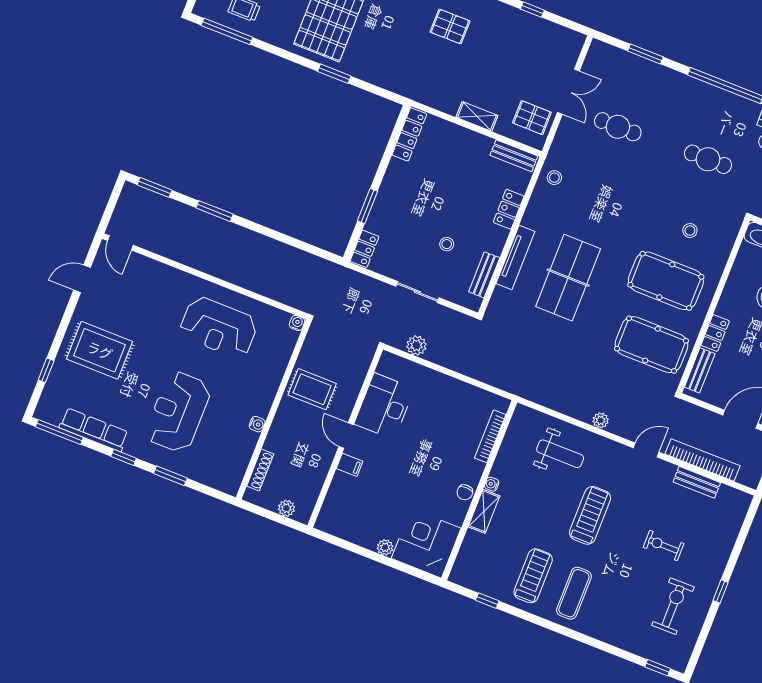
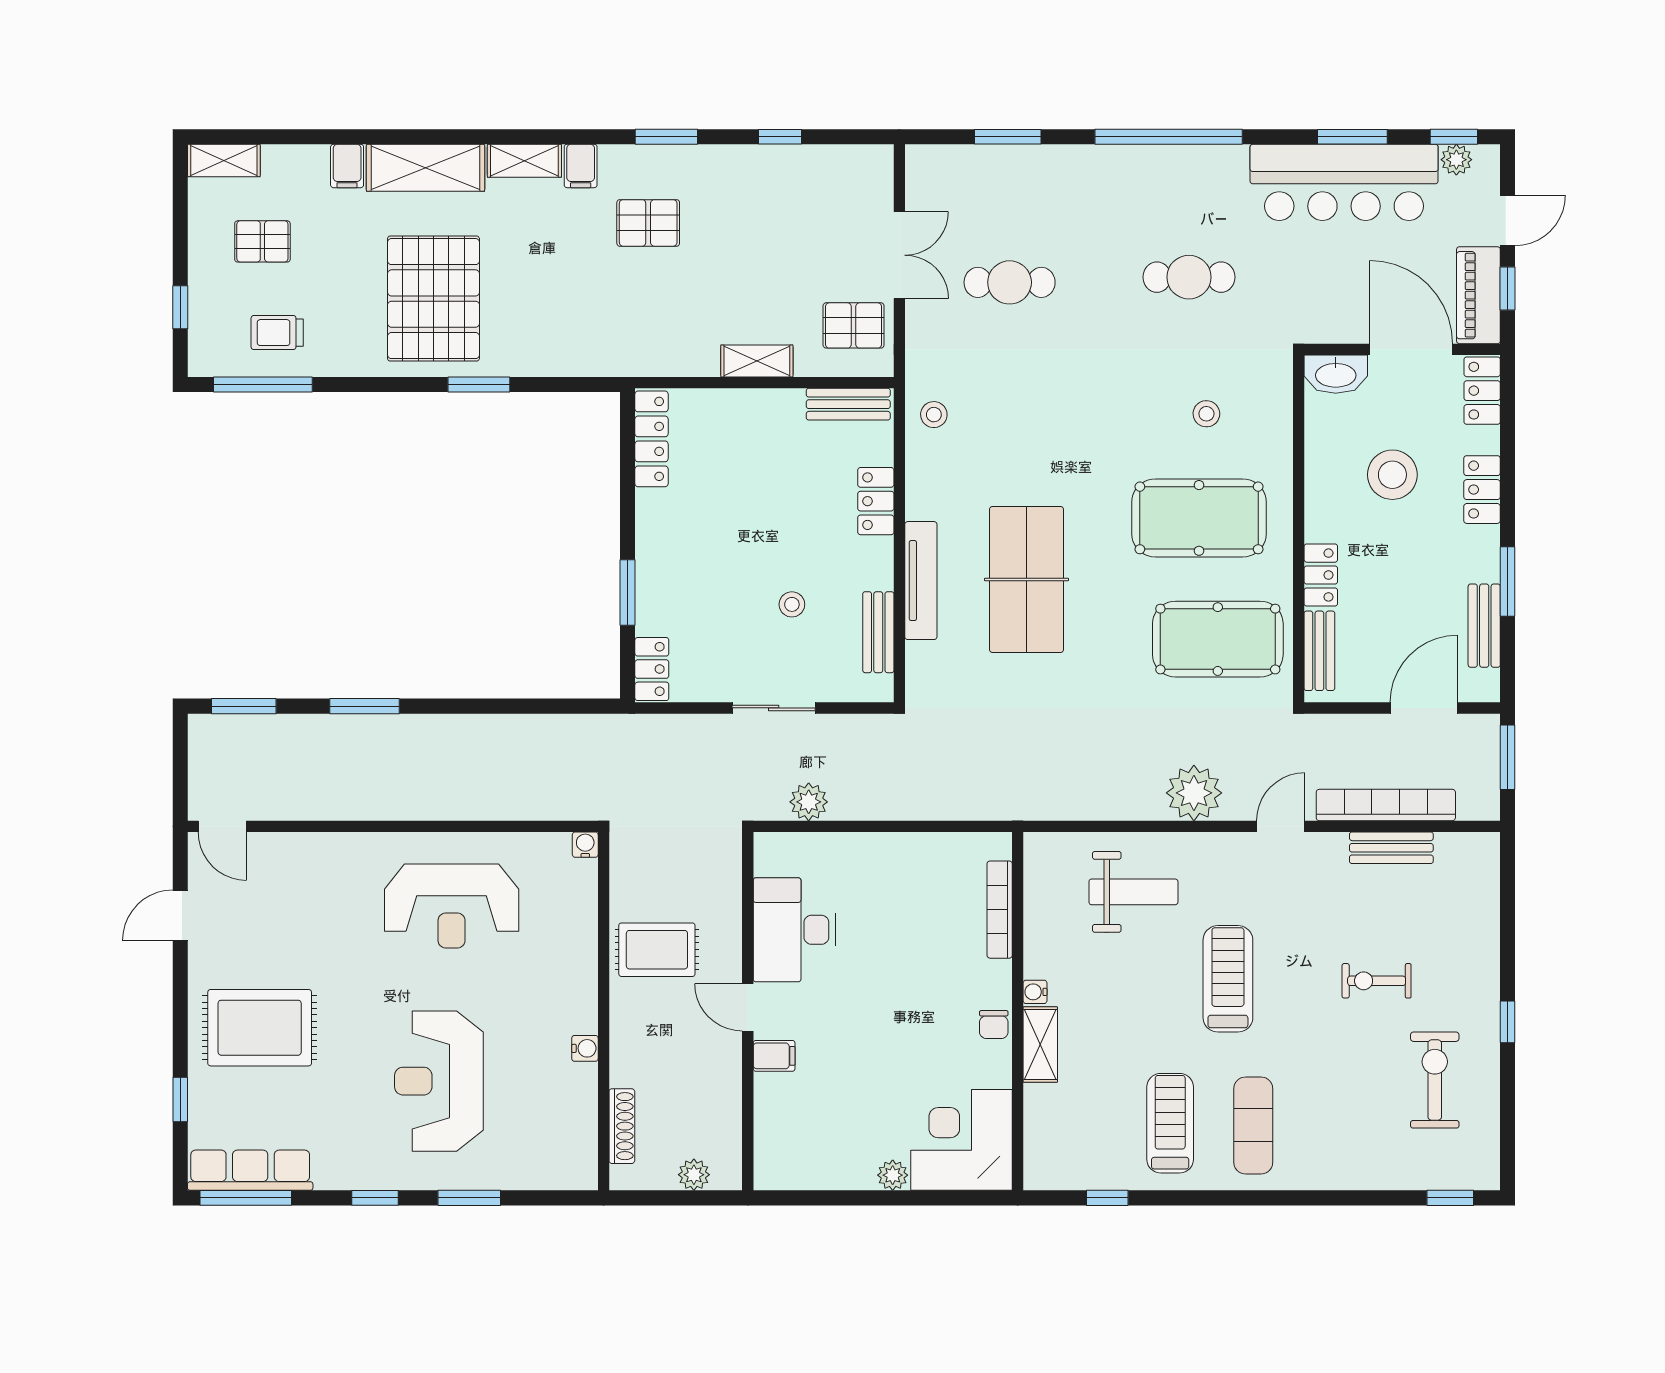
plant: (601, 420) -> (1194, 793), width x1.87, depth x1.87
row of seats: (94, 430) -> (250, 1170), moved

